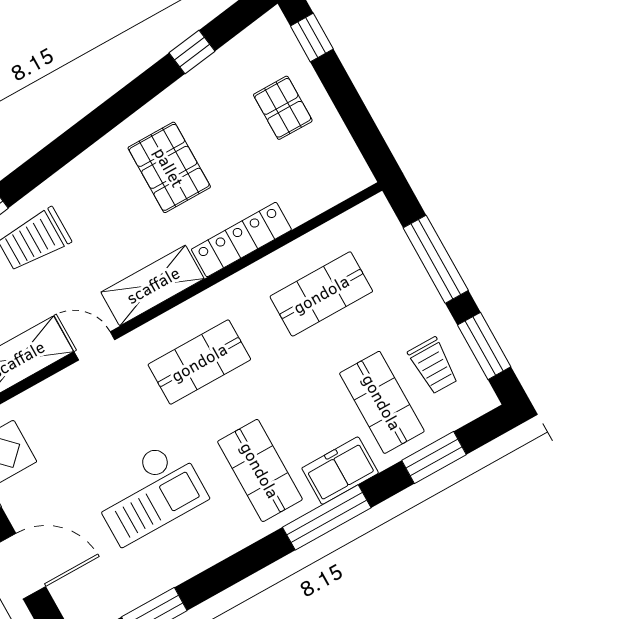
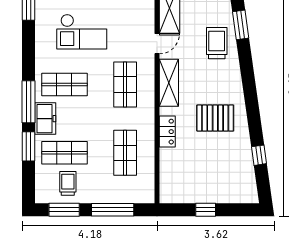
window: (312, 38) -> (206, 210), moved
pallet: (283, 108) -> (214, 181), removed
locker: (241, 240) -> (167, 132), width x0.66
trolley: (433, 366) -> (68, 183), turned 90
window: (434, 458) -> (28, 146), moved
checkout: (148, 492) -> (82, 32), turned -90

